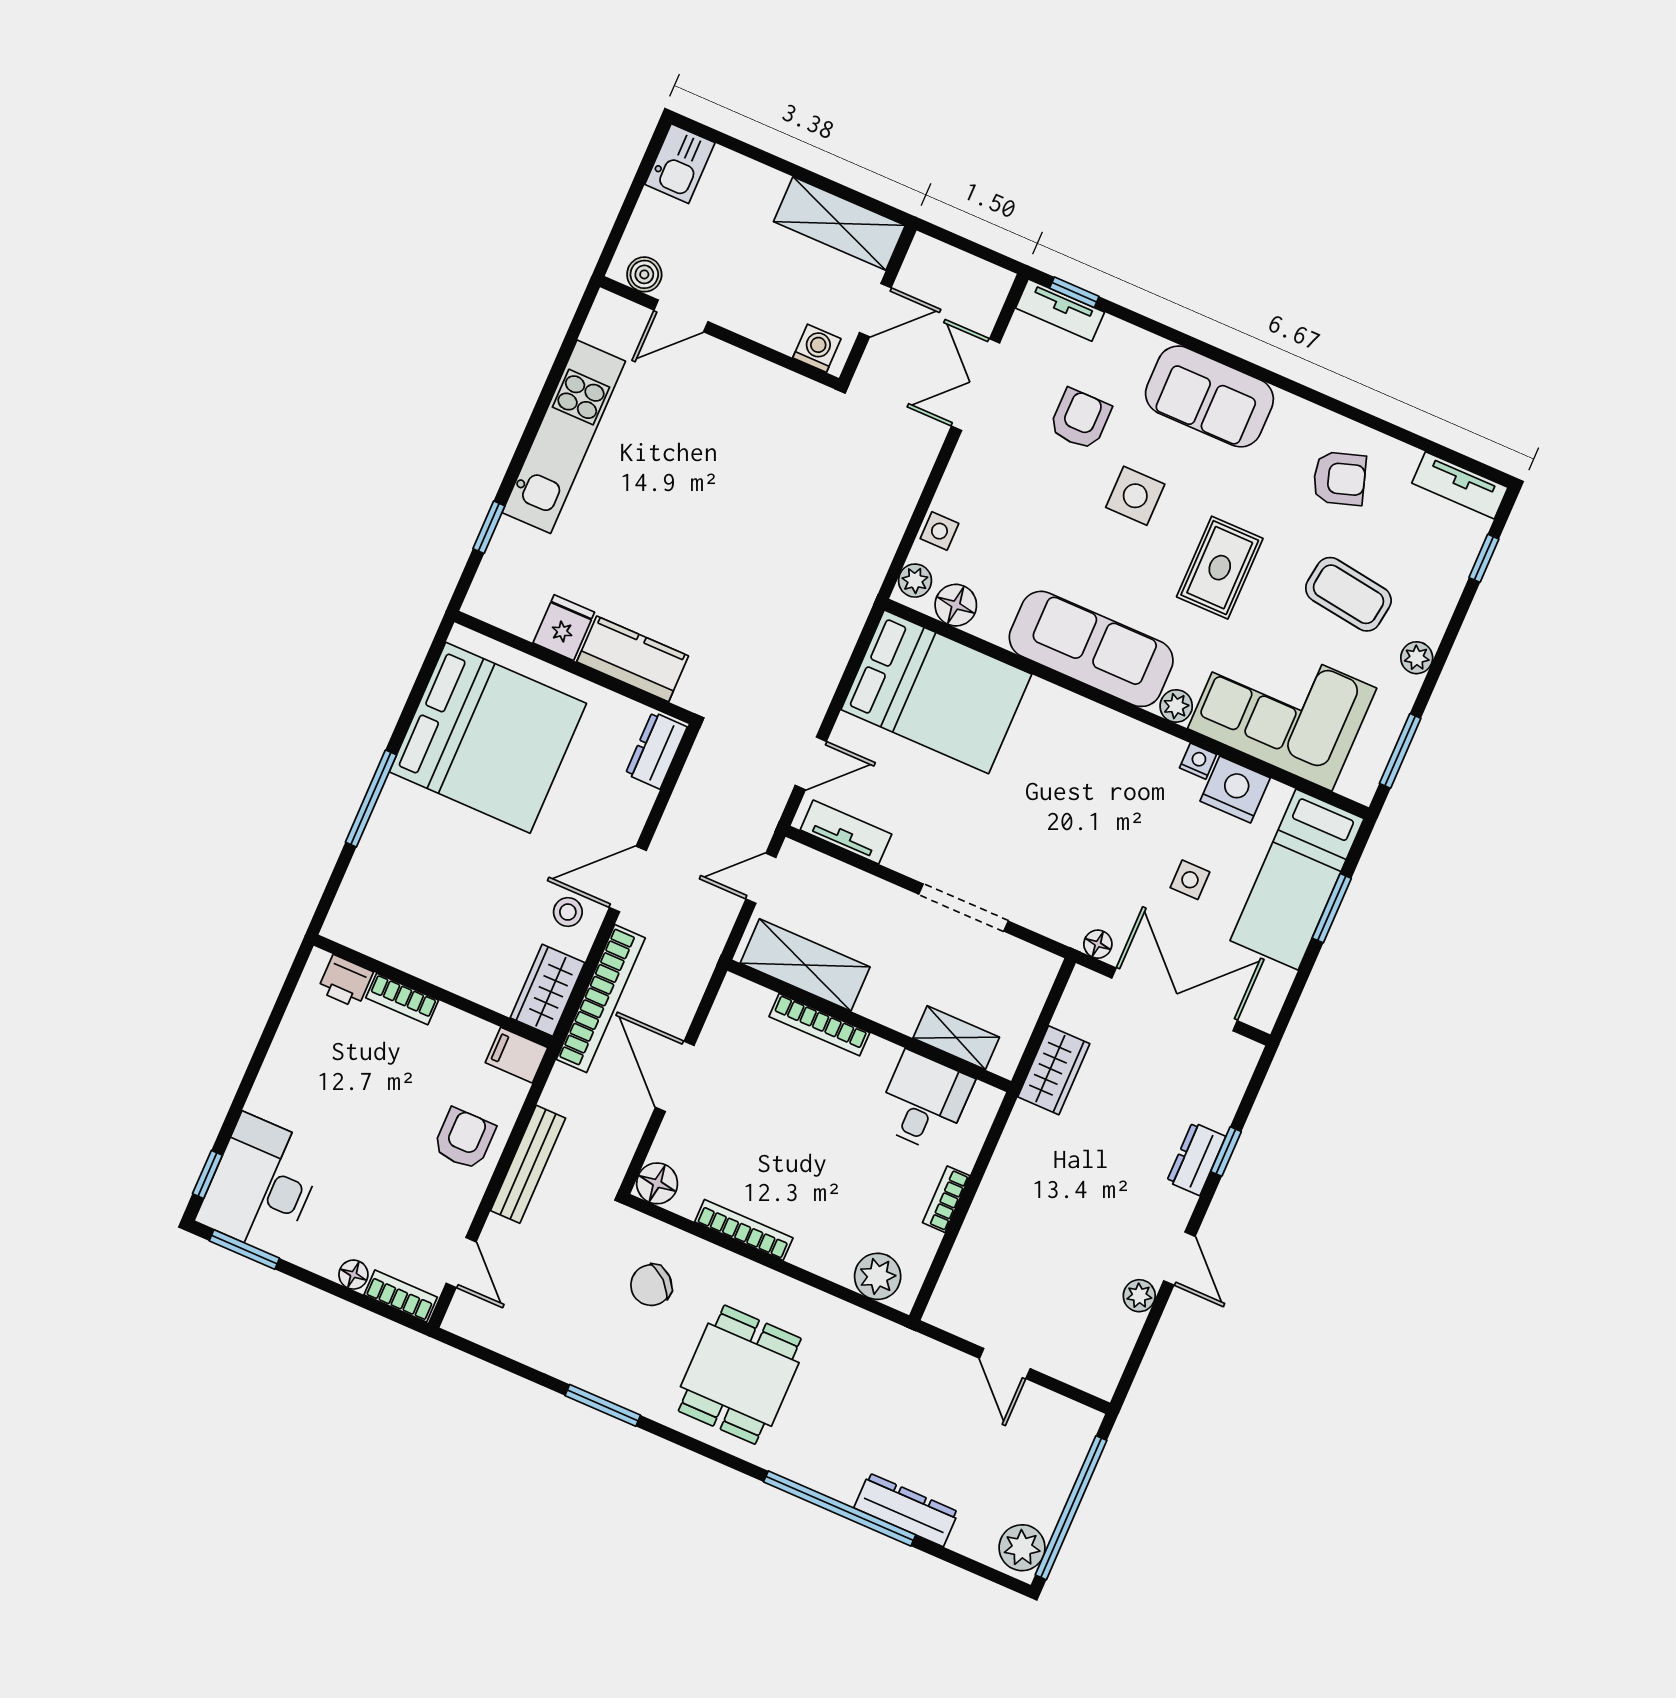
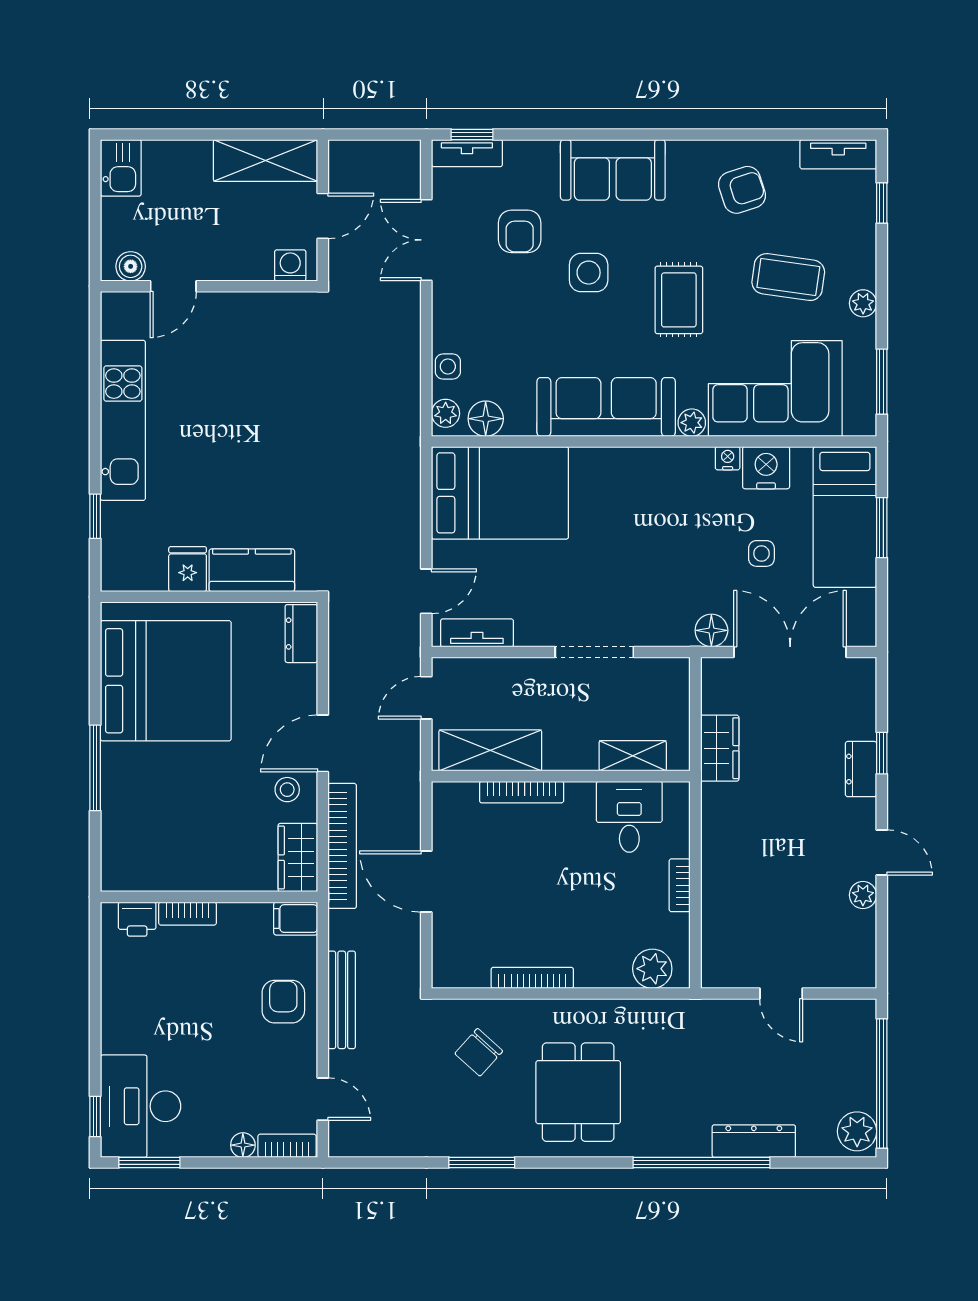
armchair: (1080, 419) -> (520, 231), turned 180
floor lamp: (1098, 944) -> (711, 630), width x1.37, depth x1.37
floor lamp: (657, 1183) -> (449, 971), removed

